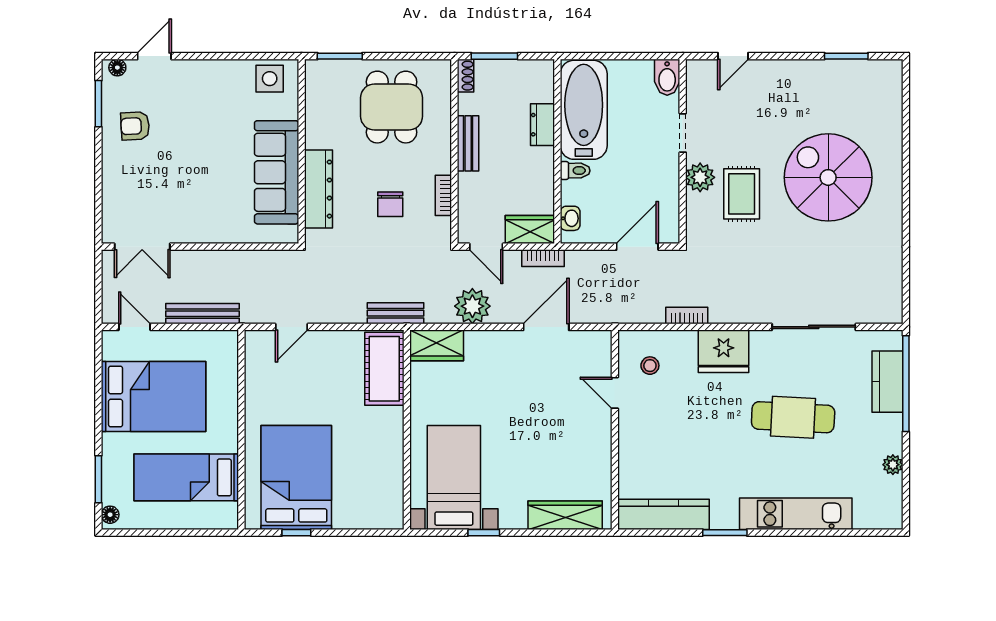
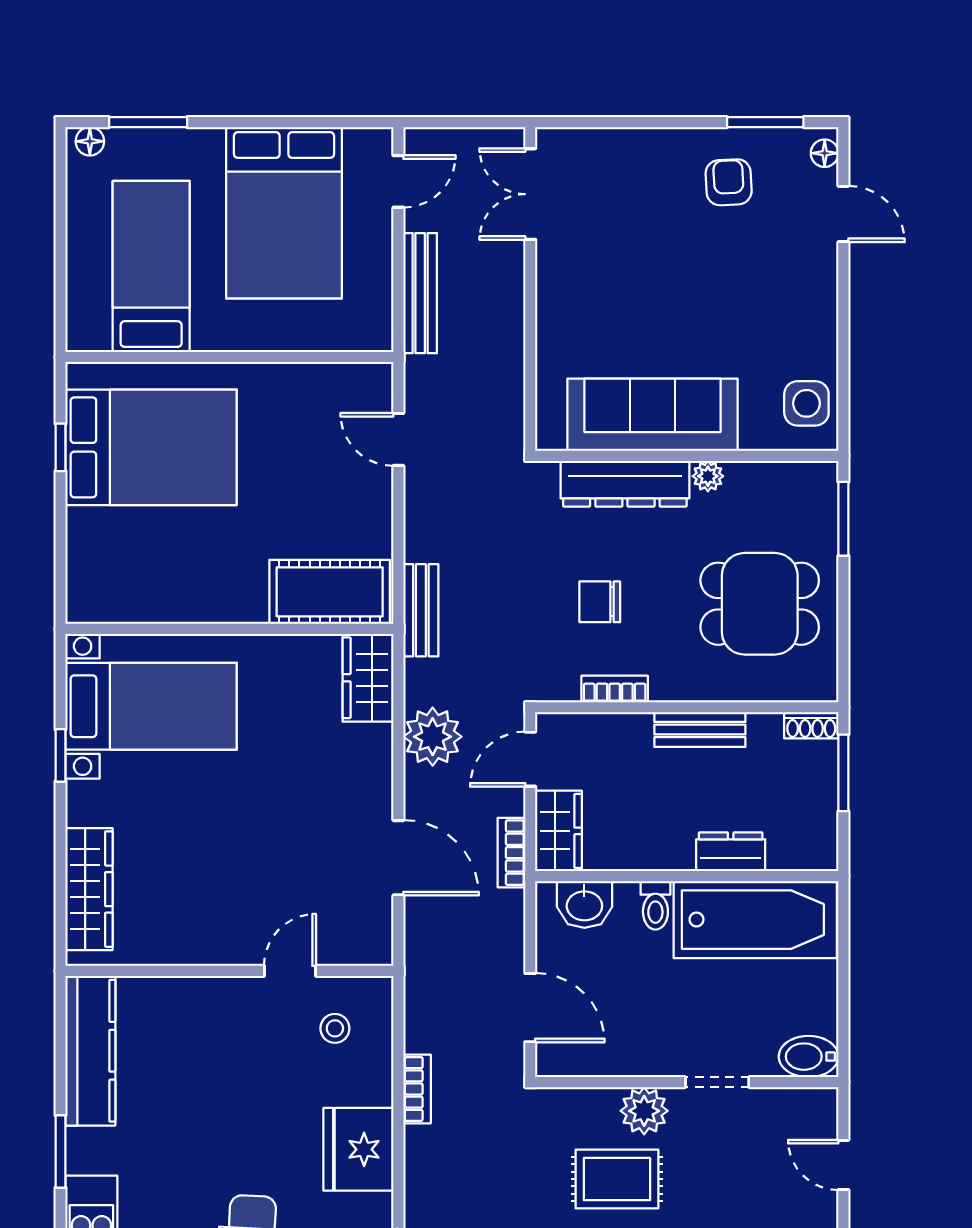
plant: (314, 139) -> (708, 476), added
washbasin: (570, 218) -> (584, 904), width x1.38, depth x1.45

